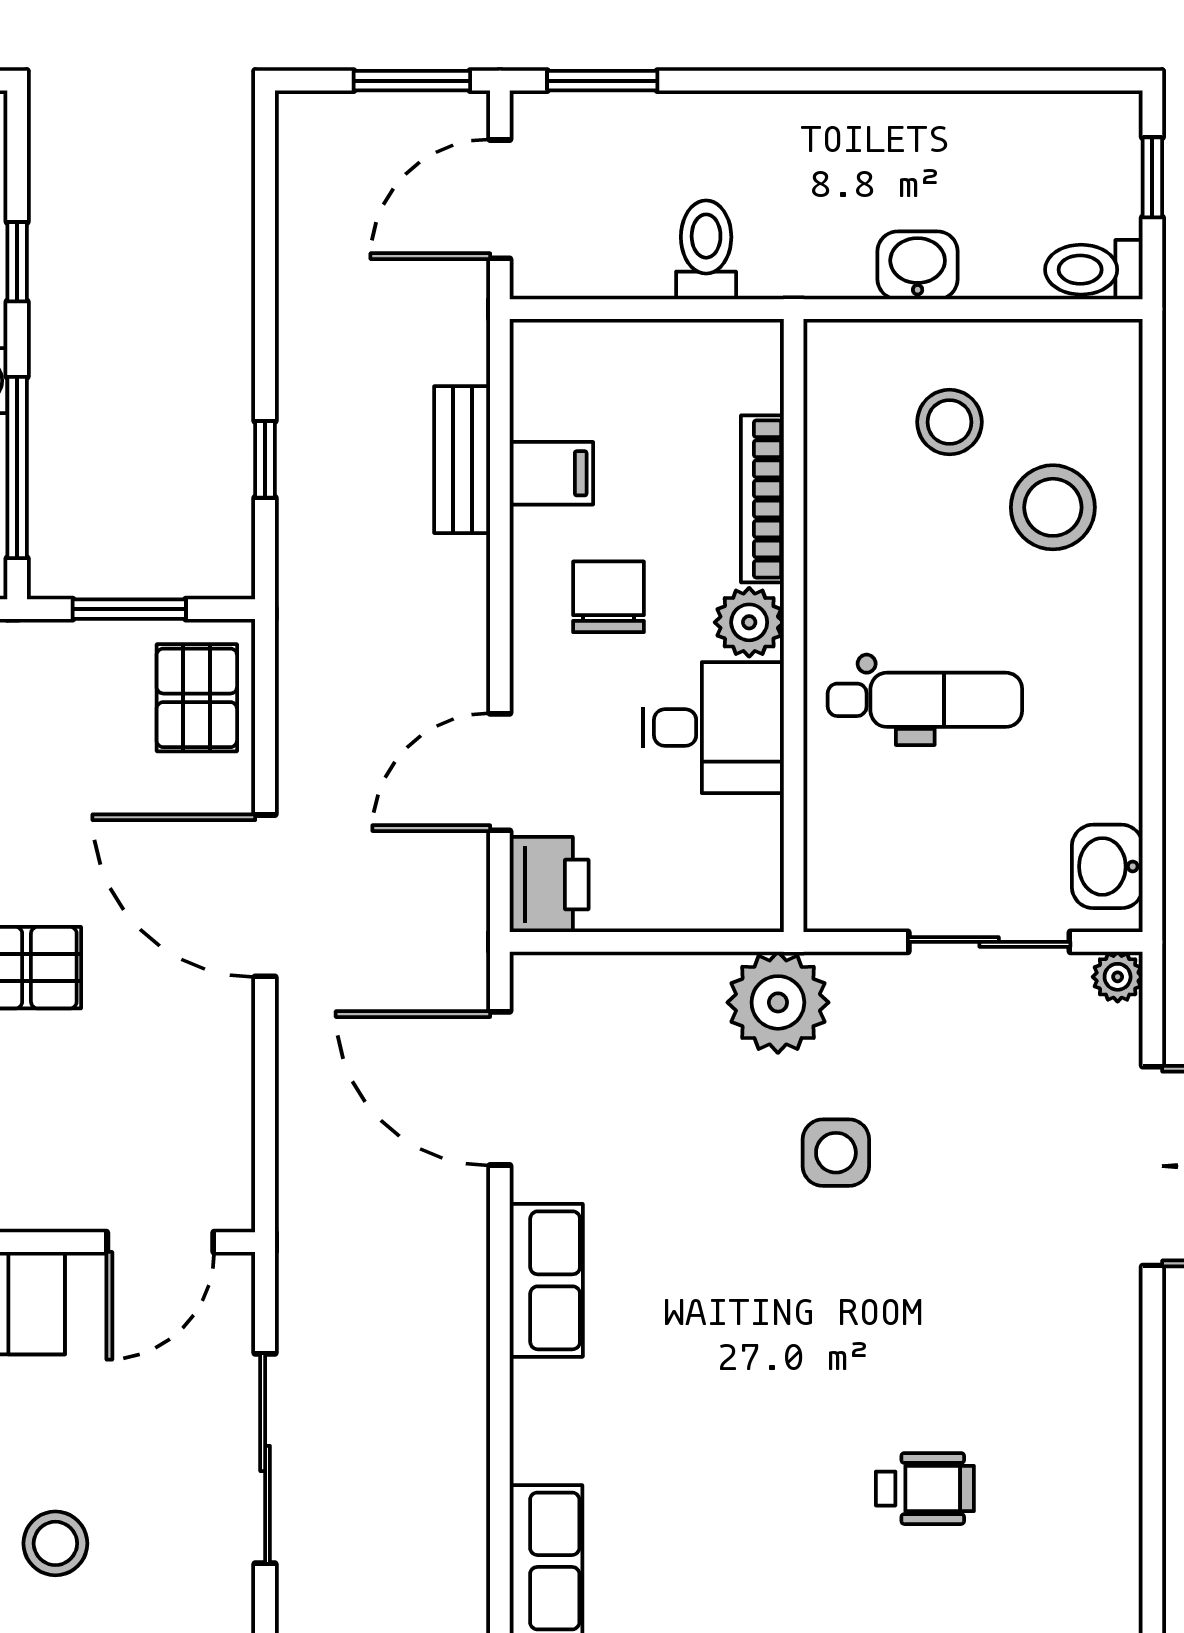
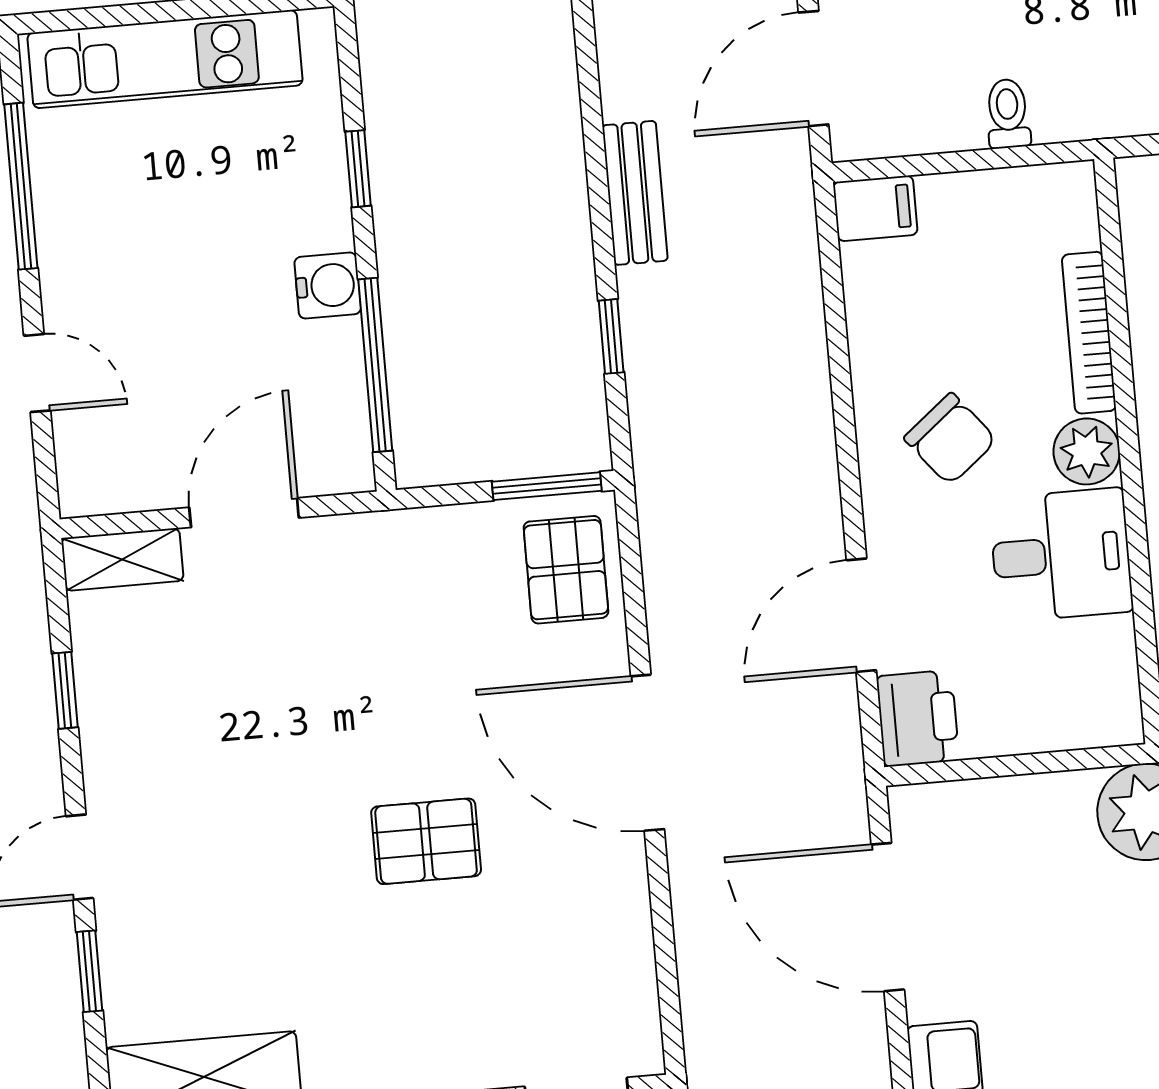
toilet: (706, 250) -> (1008, 114), width x0.73, depth x0.72
bench: (462, 460) -> (635, 193), moved
filing cabinet: (551, 473) -> (875, 208), moved
chair: (609, 597) -> (950, 439), turned 141
window: (129, 609) -> (547, 486), moved

